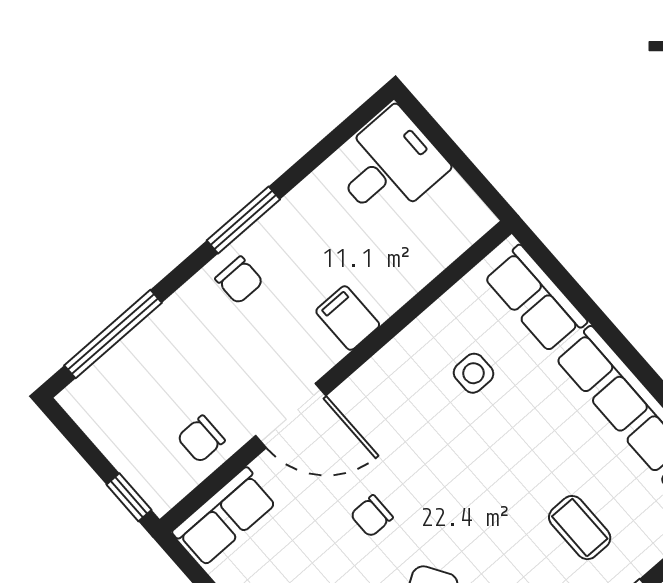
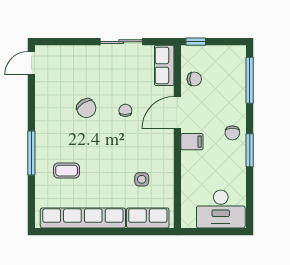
desk: (389, 165) -> (221, 209), width x1.37
chair: (239, 280) -> (232, 133), turned -90
filing cabinet: (348, 318) -> (192, 142), moved
chair: (201, 439) -> (194, 79), turned 90

